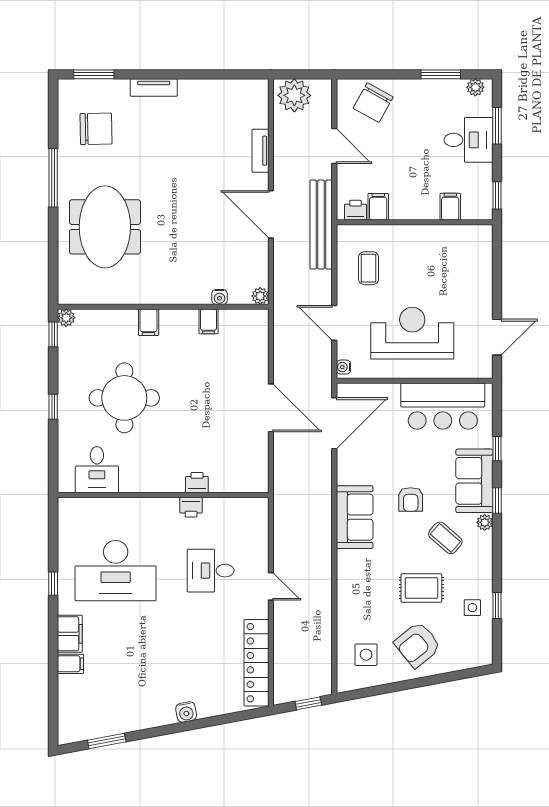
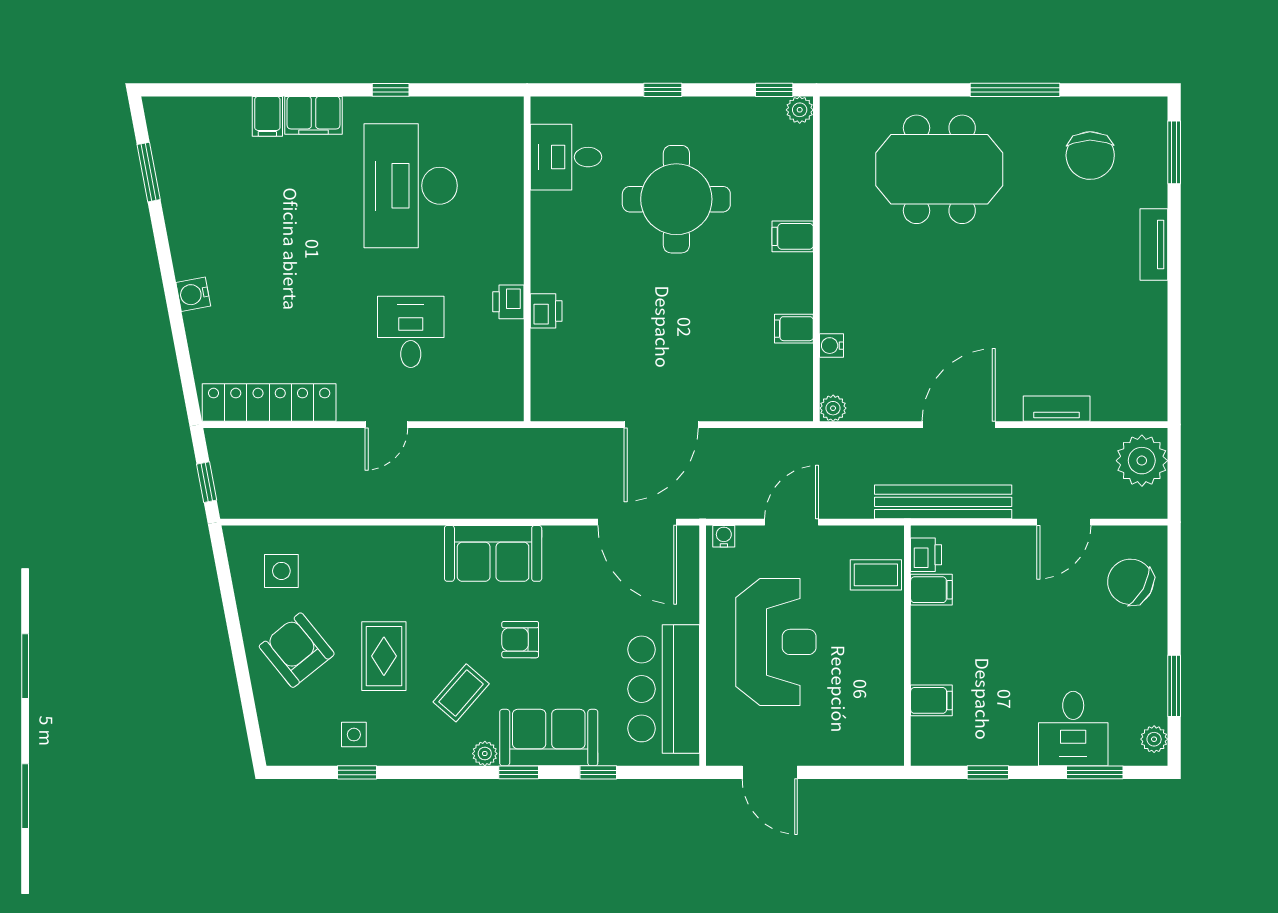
filing cabinet: (378, 207) -> (931, 590), moved
filing cabinet: (450, 207) -> (931, 700), moved
printer: (355, 210) -> (926, 555), moved
wall: (415, 222) -> (907, 646), moved

